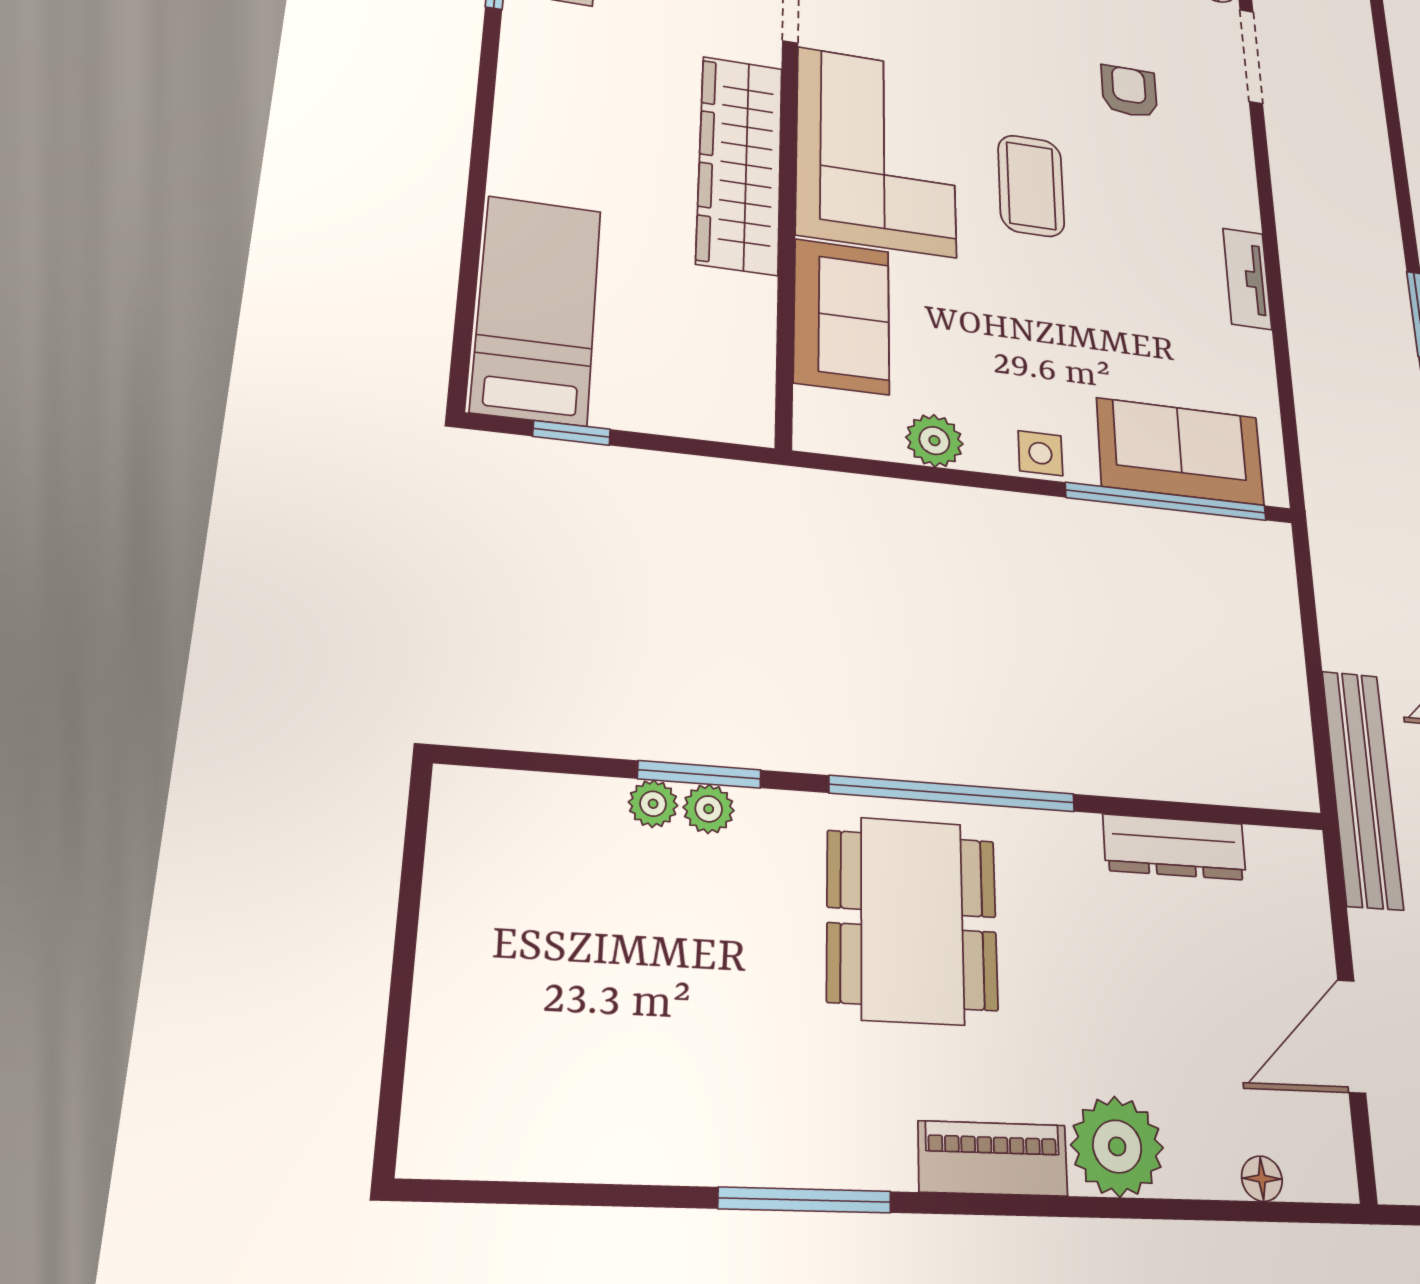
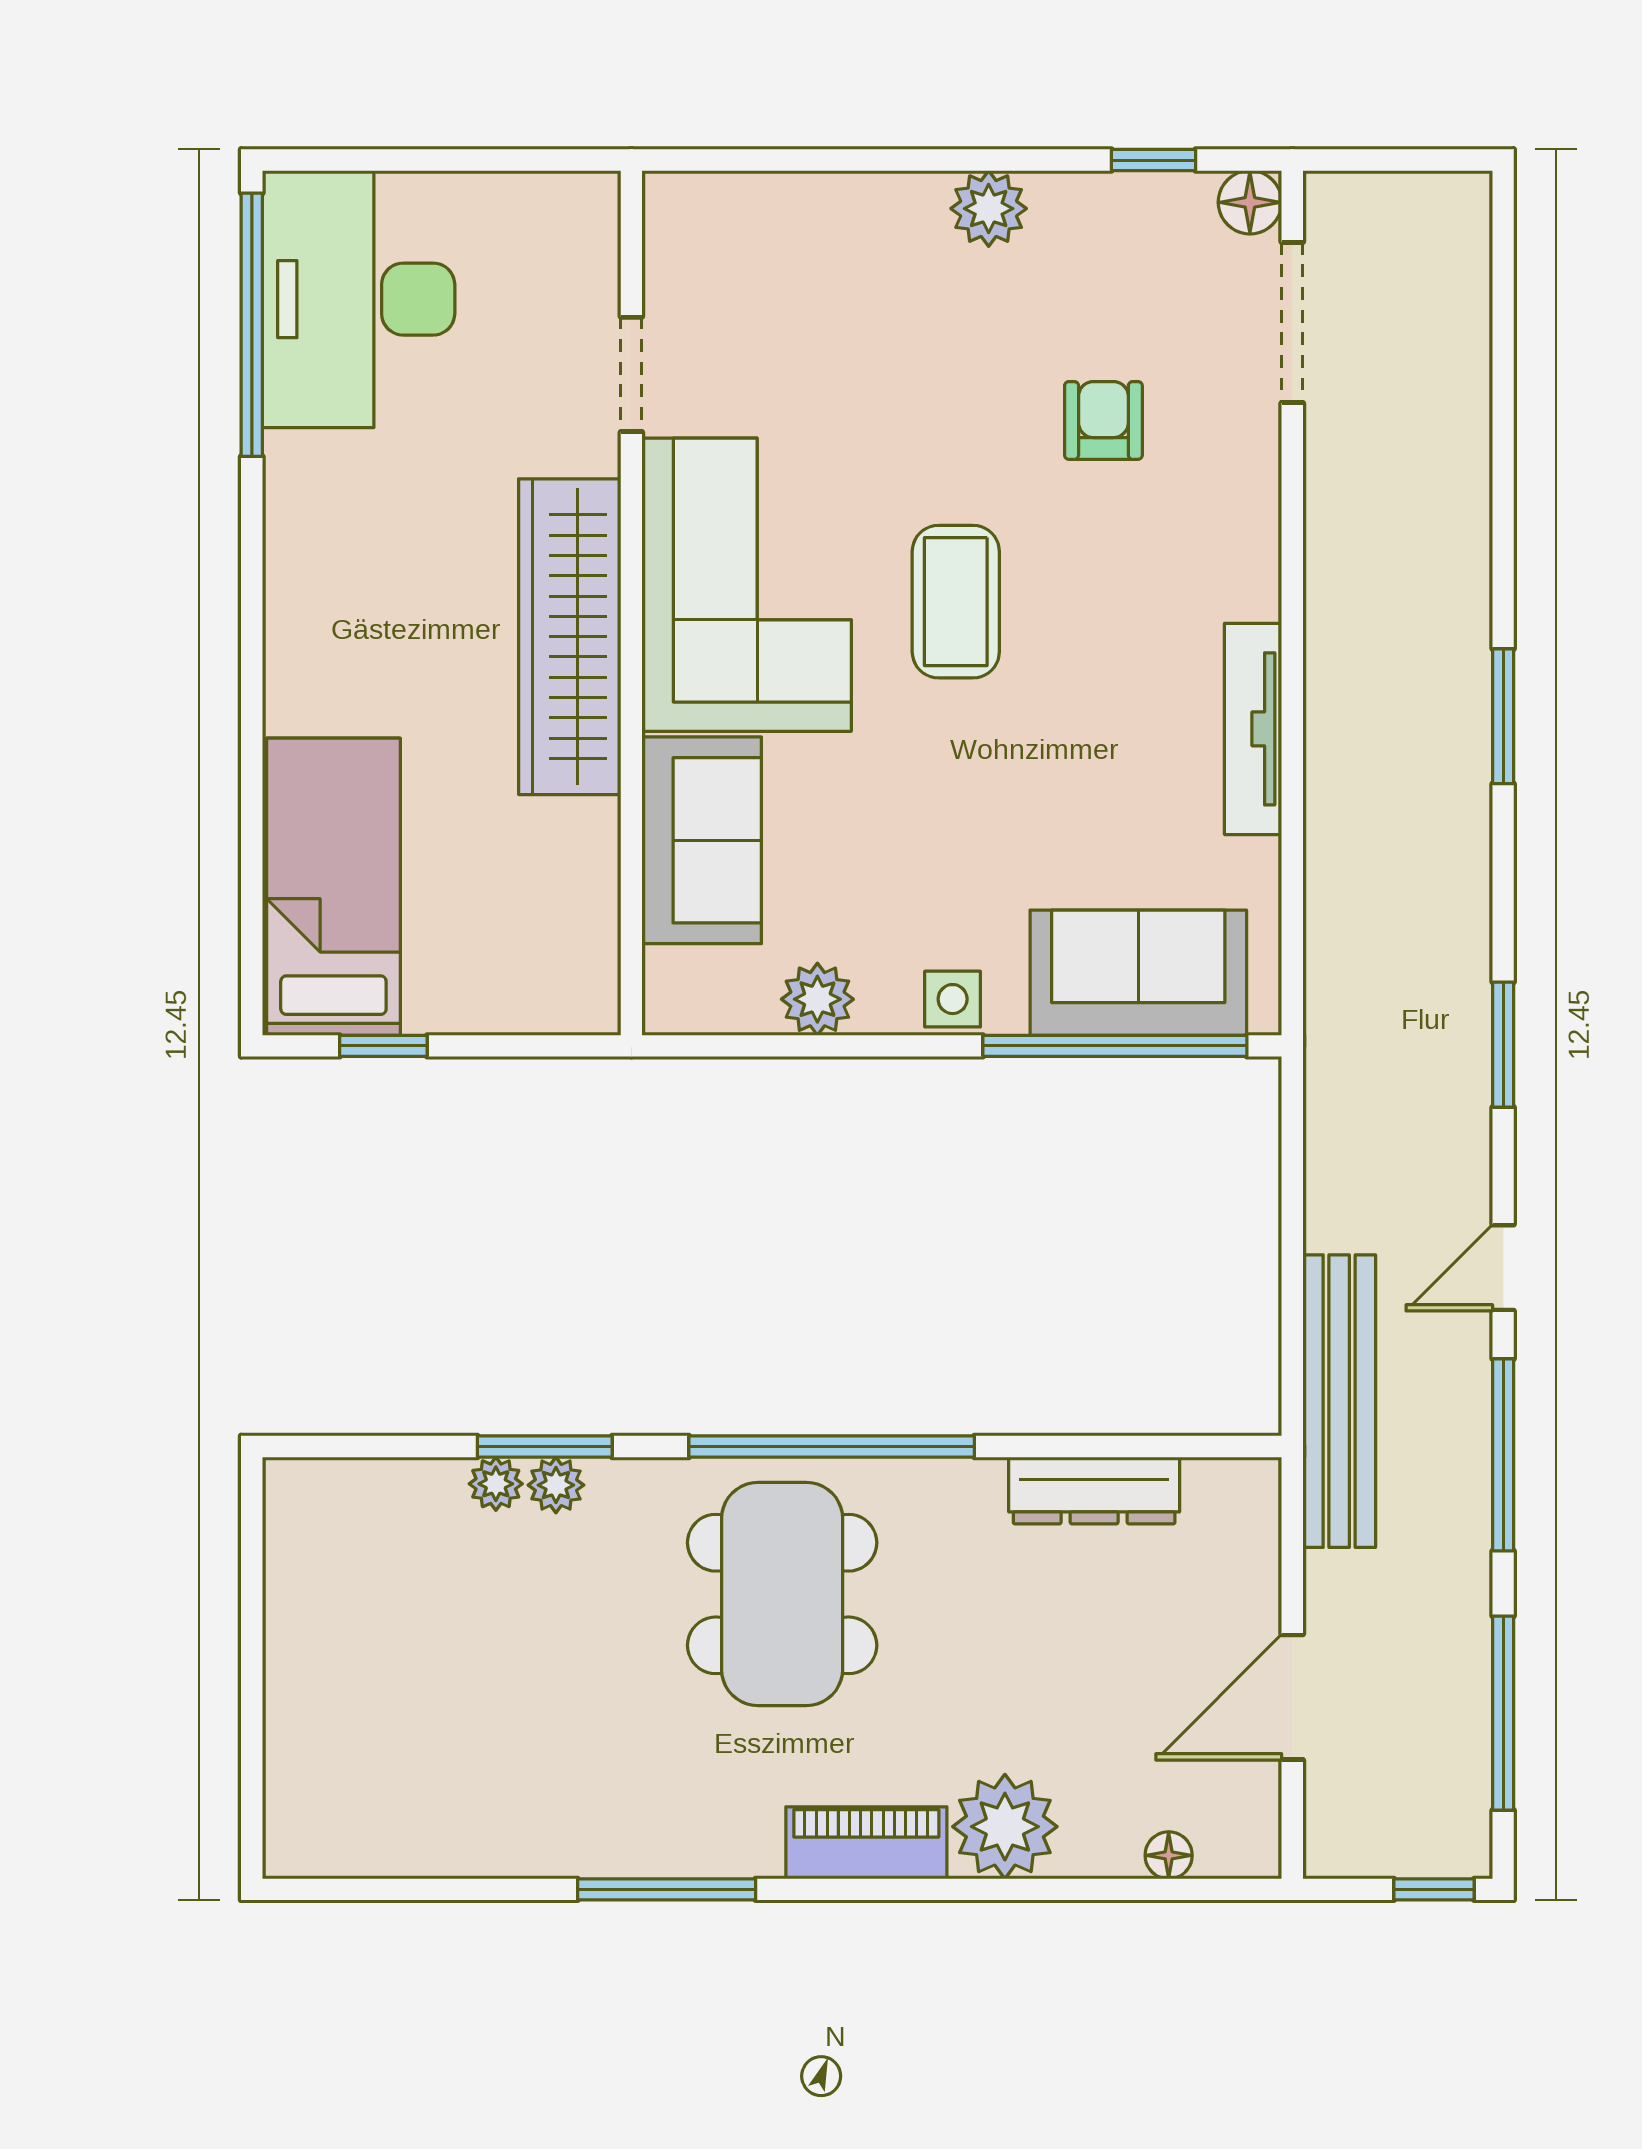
tv unit: (1247, 279) -> (1253, 729), width x1.41

